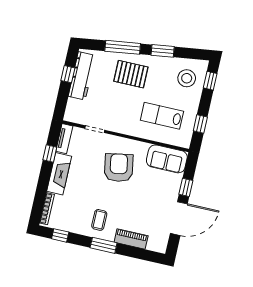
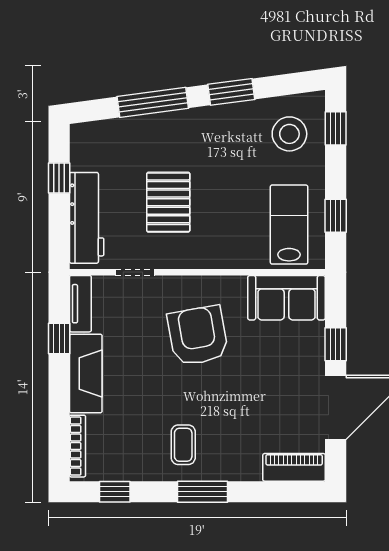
pallet: (131, 74) -> (168, 202), moved, turned 90
workbench: (82, 76) -> (87, 218), moved
lab bench: (162, 116) -> (289, 225), moved, turned 90
piano: (131, 239) -> (294, 467), moved

